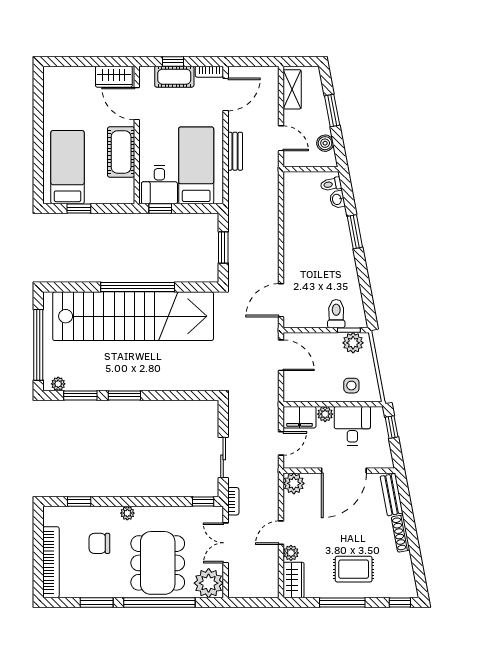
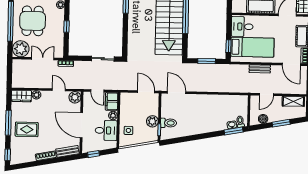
window: (160, 209) -> (228, 46), moved
window: (355, 232) -> (234, 131), moved
plant: (353, 343) -> (152, 121), moved
door: (281, 355) -> (146, 92), swing flipped
window: (392, 427) -> (94, 154), moved
sliding door: (223, 457) -> (103, 59), moved
window: (203, 502) -> (66, 27), moved
door: (281, 533) -> (59, 90), moved
dining table: (158, 563) -> (33, 21), width x0.73
rug: (354, 569) -> (27, 129), turned 90

